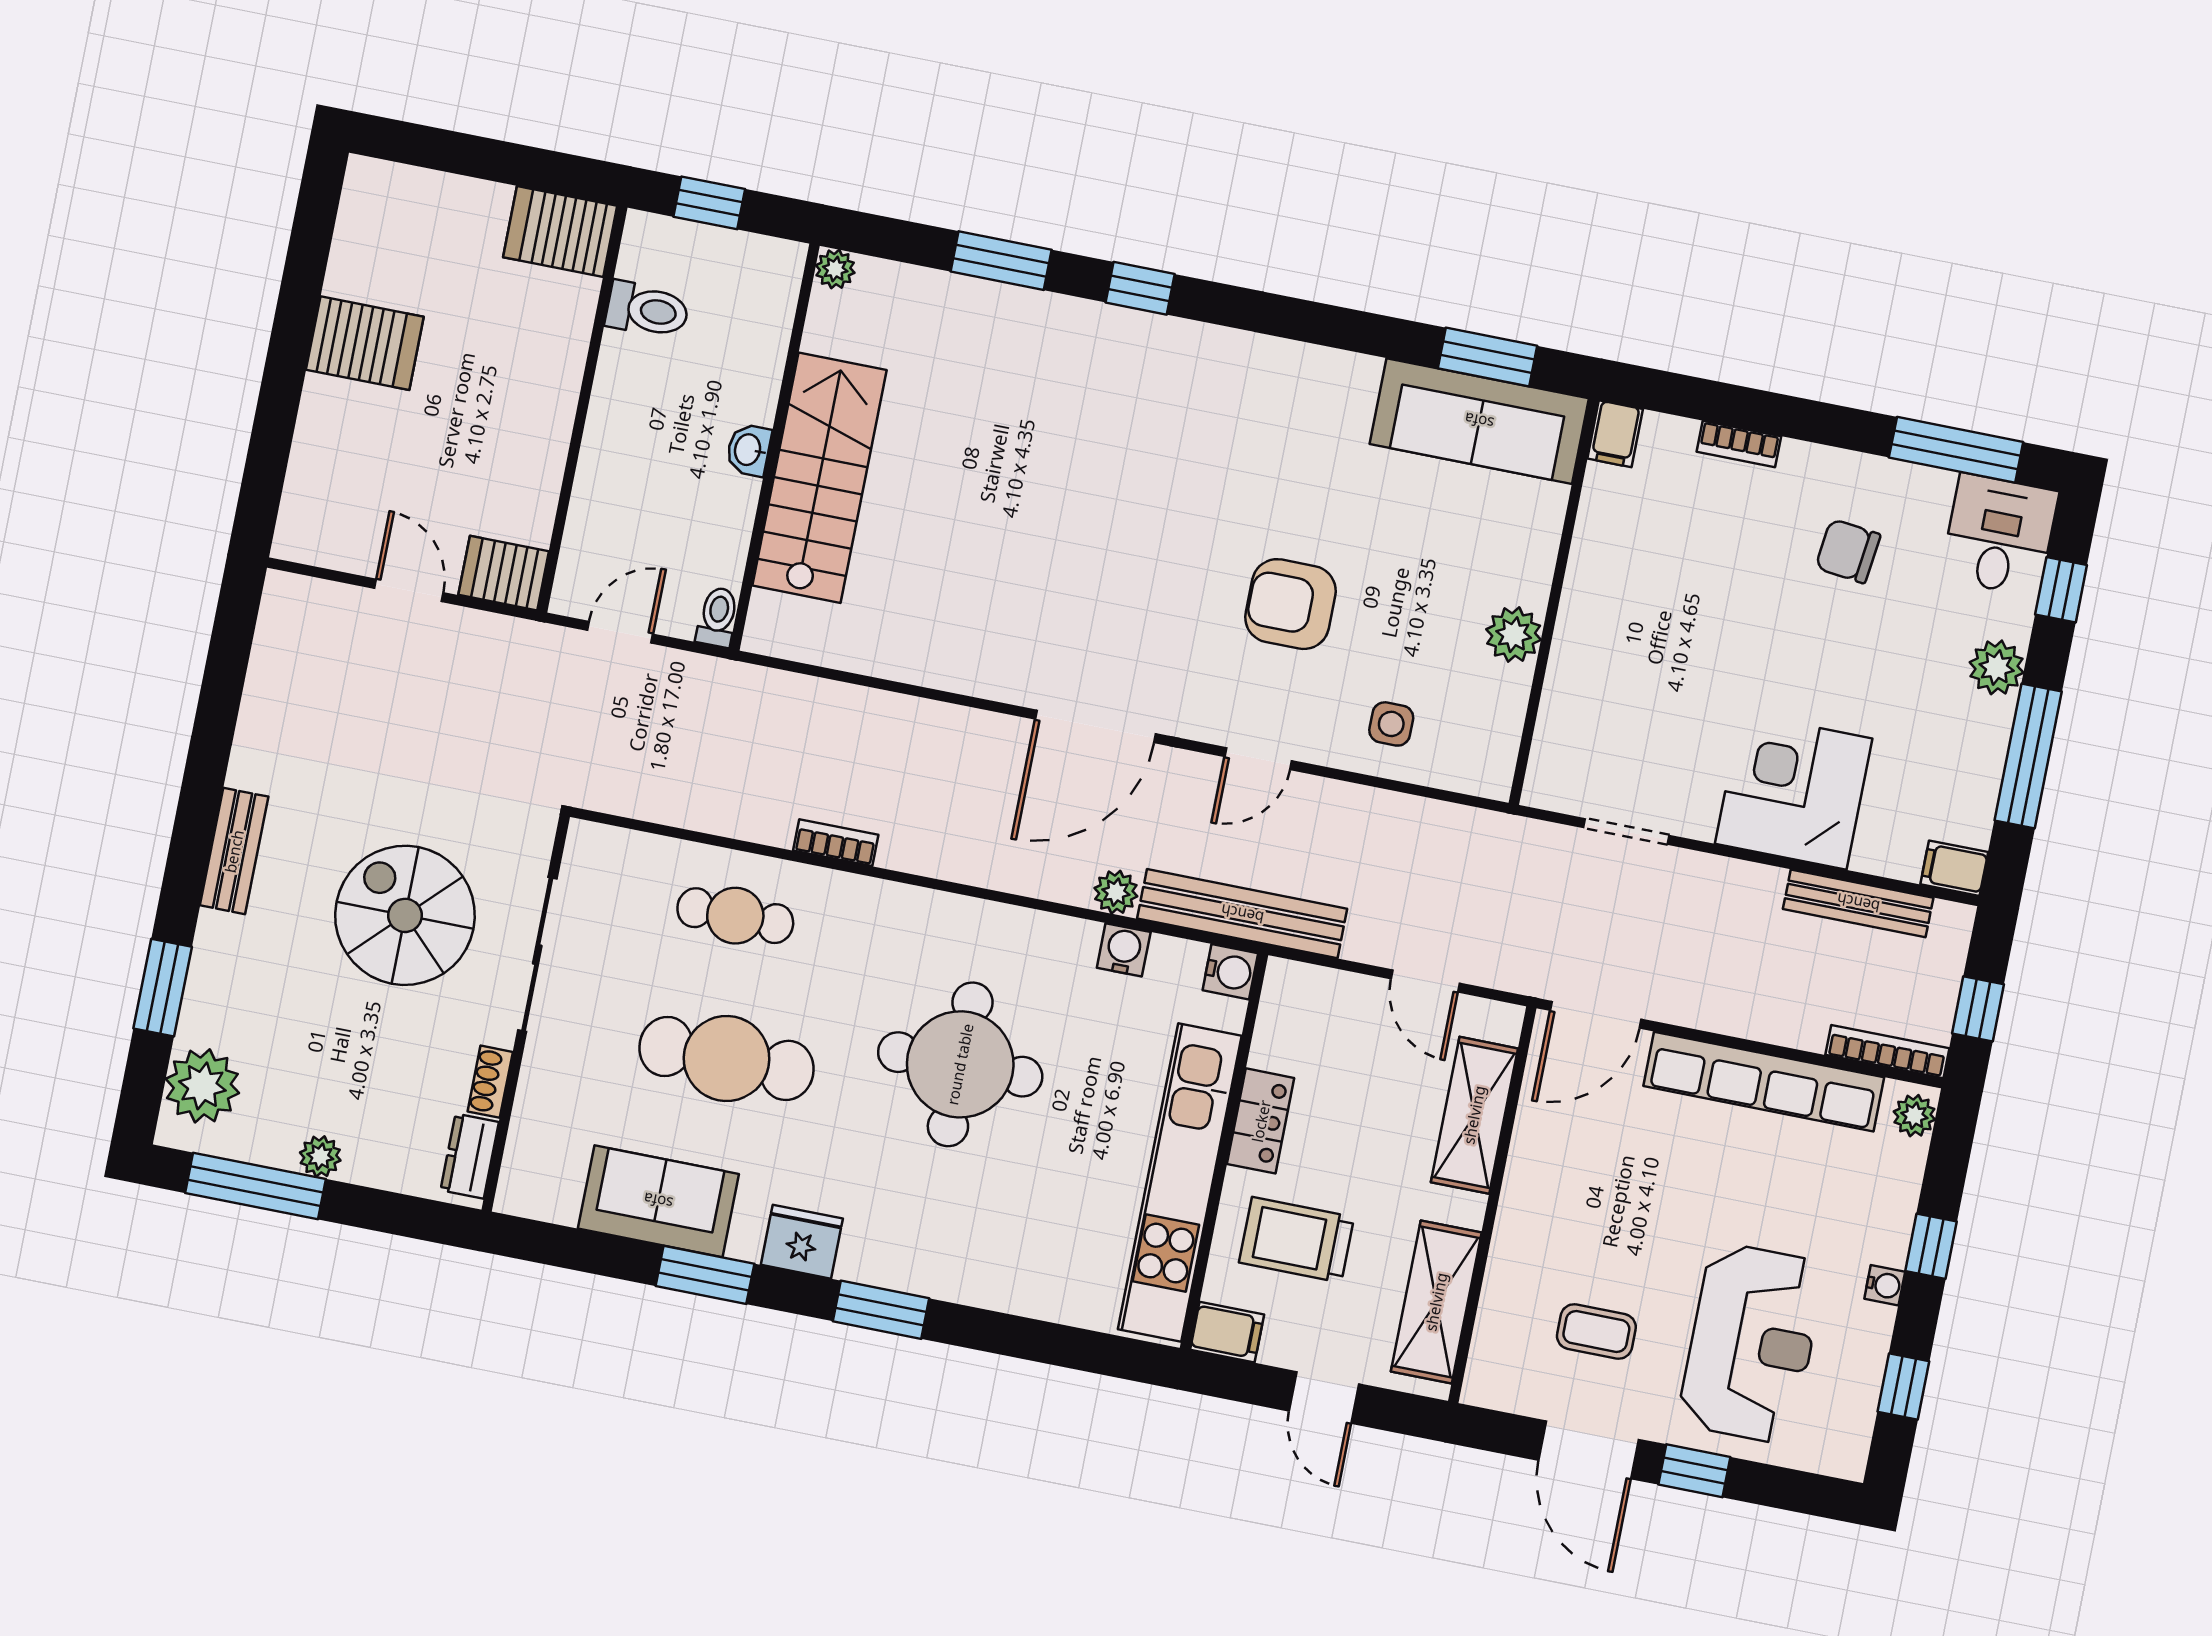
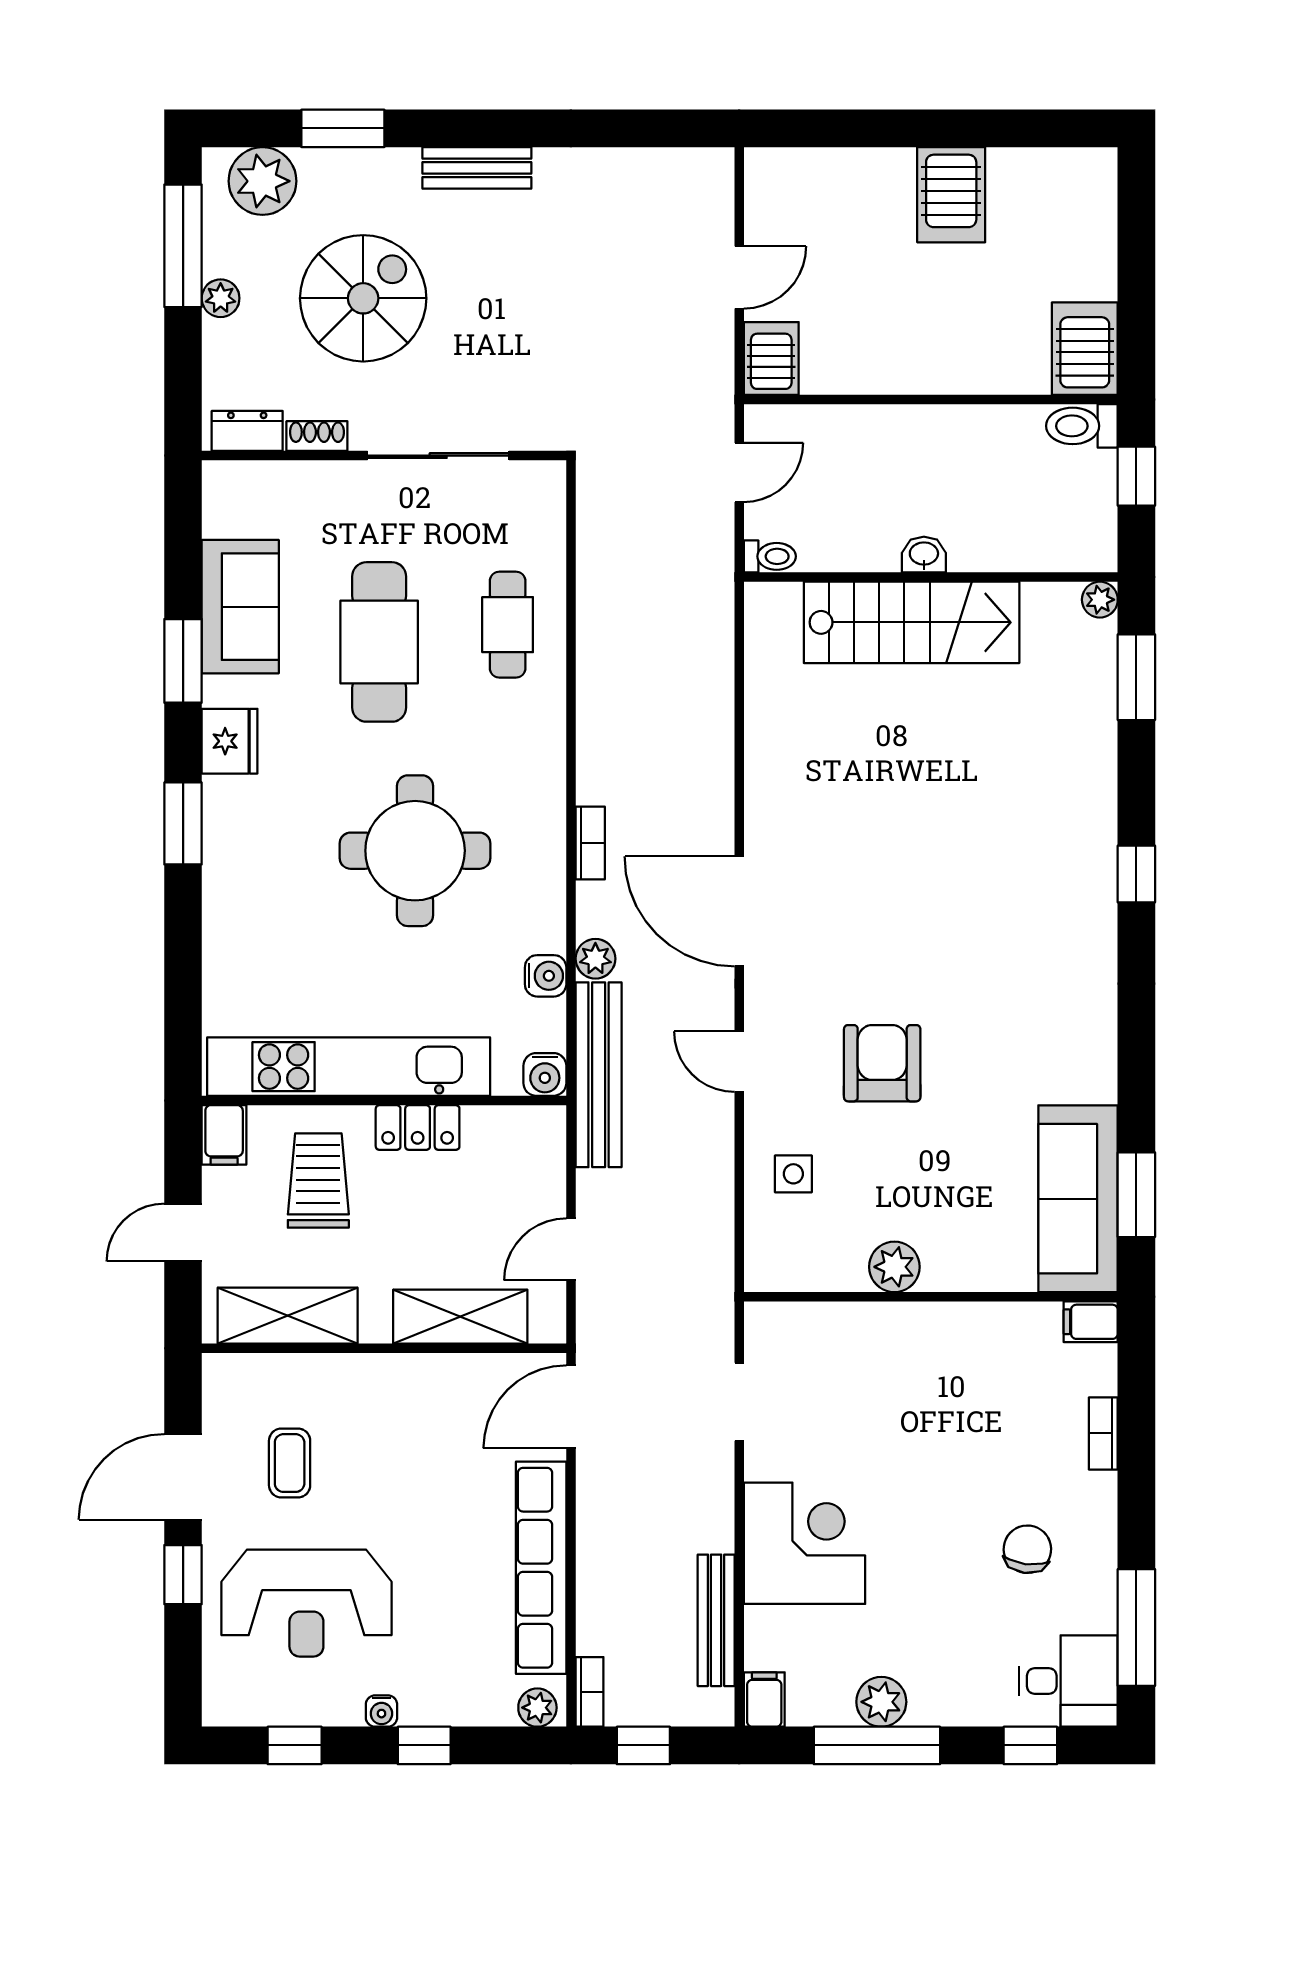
window: (1001, 261) -> (1136, 677), moved
toilet: (647, 310) -> (1082, 426), moved, turned 90
door: (620, 632) -> (739, 472), hinge flipped
plant: (1997, 667) -> (881, 1702), moved
bookcase: (836, 843) -> (590, 843), moved
spiral stairs: (405, 915) -> (363, 298), moved
door: (1596, 1015) -> (571, 1407), hinge flipped
bookcase: (1887, 1052) -> (590, 1692), width x0.64

